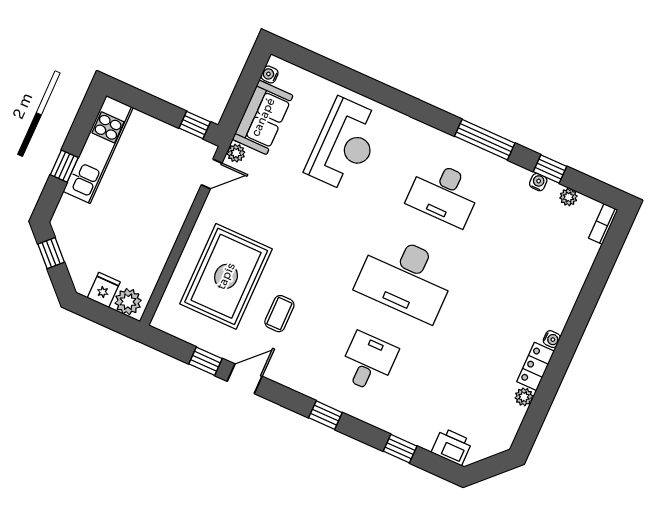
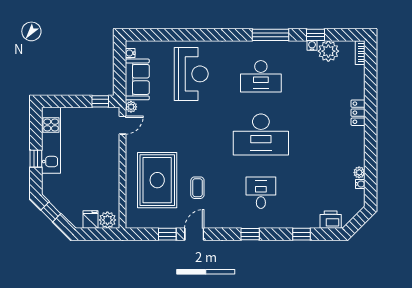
plant: (569, 197) -> (328, 51), width x1.88, depth x1.88
water cooler: (552, 339) -> (360, 184), moved
locker: (536, 366) -> (358, 113), moved

